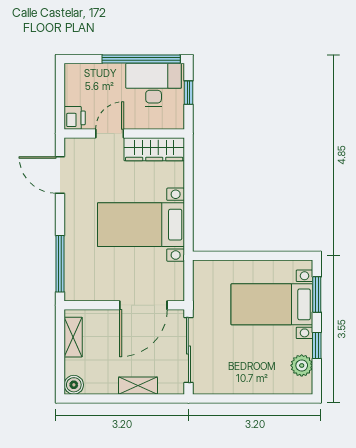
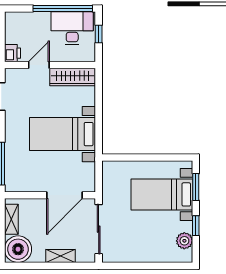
boiler: (74, 385) -> (18, 249), width x1.86, depth x1.86

